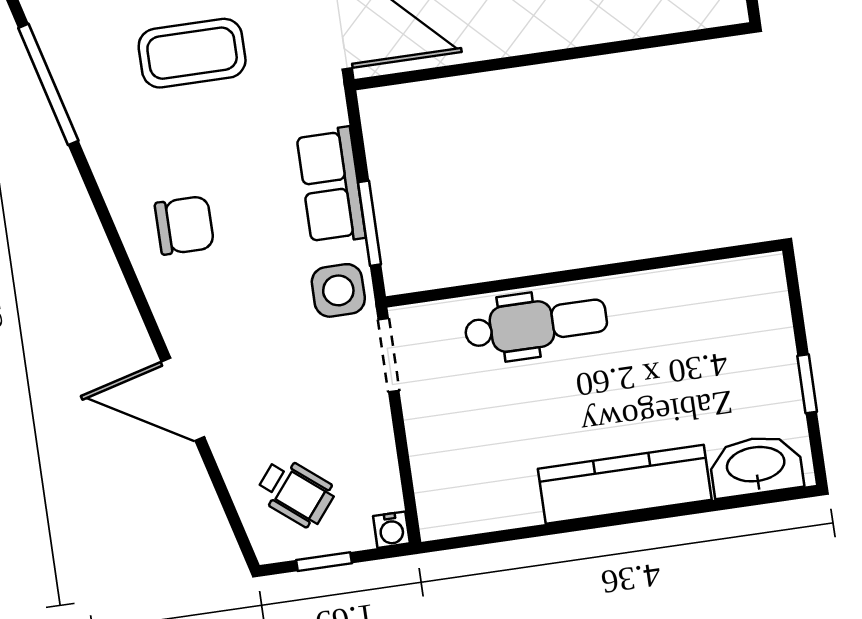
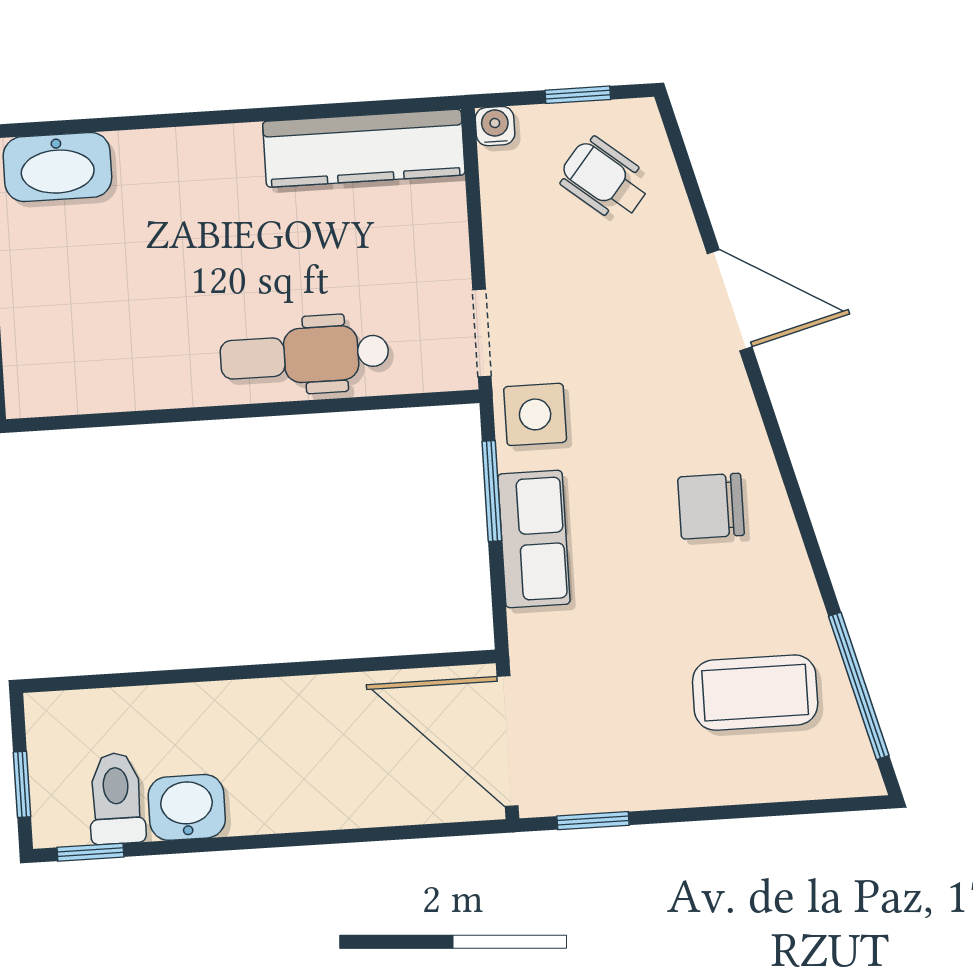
coffee table: (192, 53) -> (755, 693), moved
kitchen counter: (625, 484) -> (364, 148), moved

